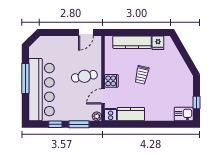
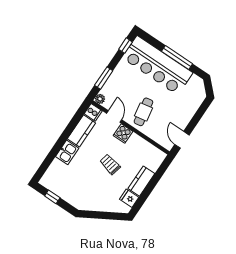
kitchen counter: (132, 42) -> (141, 181), width x0.67
kitchen sink: (184, 114) -> (67, 152), moved
window: (55, 124) -> (126, 46), moved

